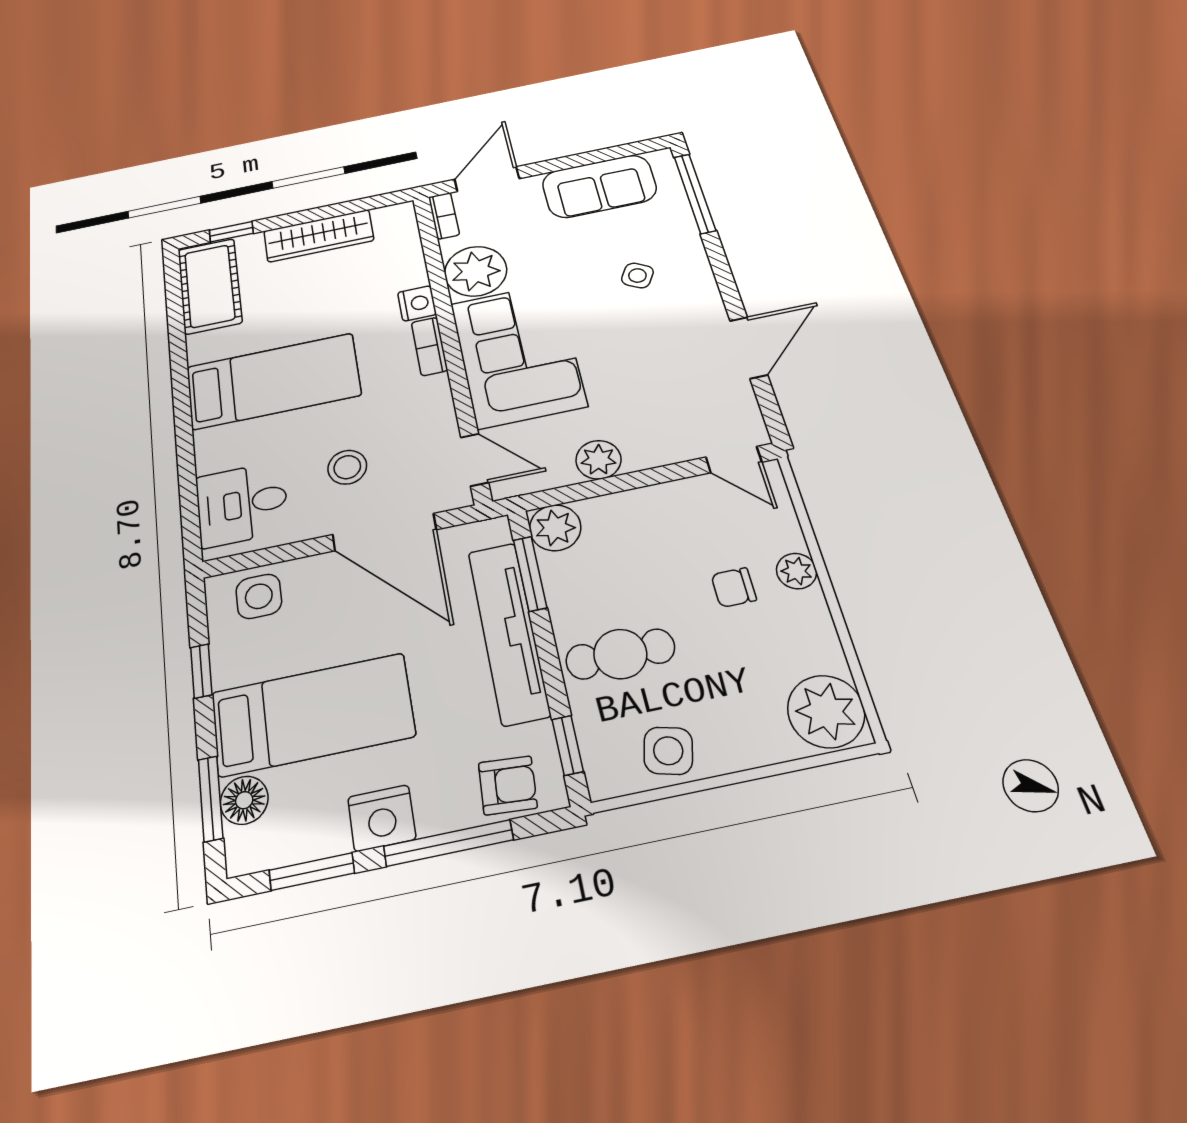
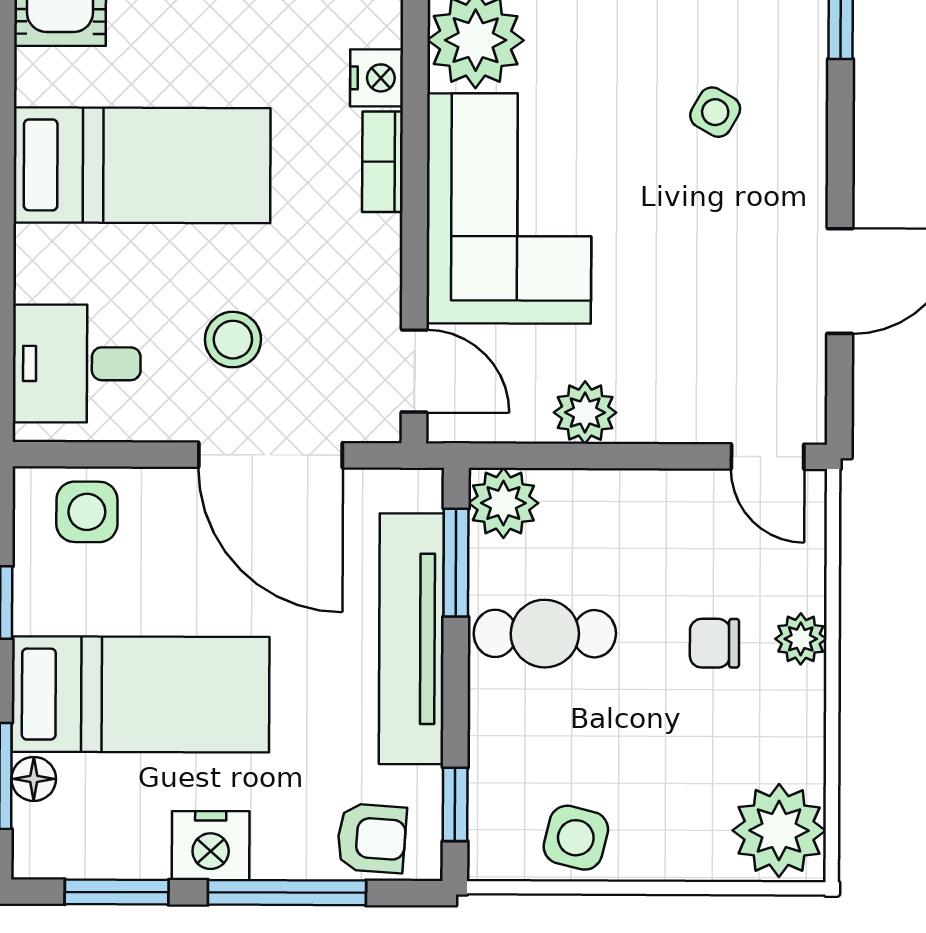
cafe table: (620, 654) -> (545, 634), moved
floor lamp: (244, 800) -> (34, 779), width x0.73, depth x0.73

